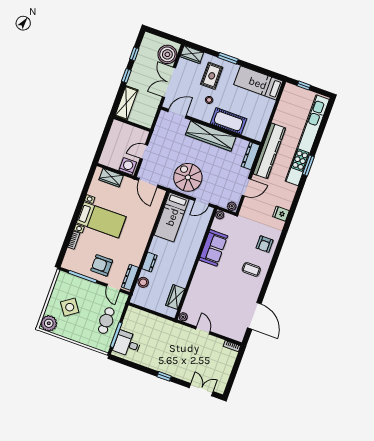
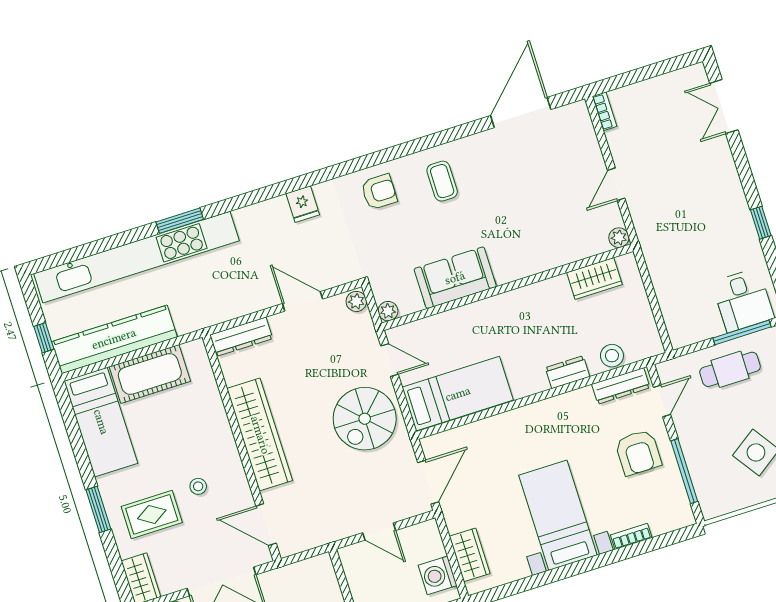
cot: (228, 121) -> (150, 374), moved, turned 90
kitchen counter: (269, 151) -> (114, 339), moved
washing machine: (128, 166) -> (438, 575), moved
window: (164, 376) -> (761, 223), moved

